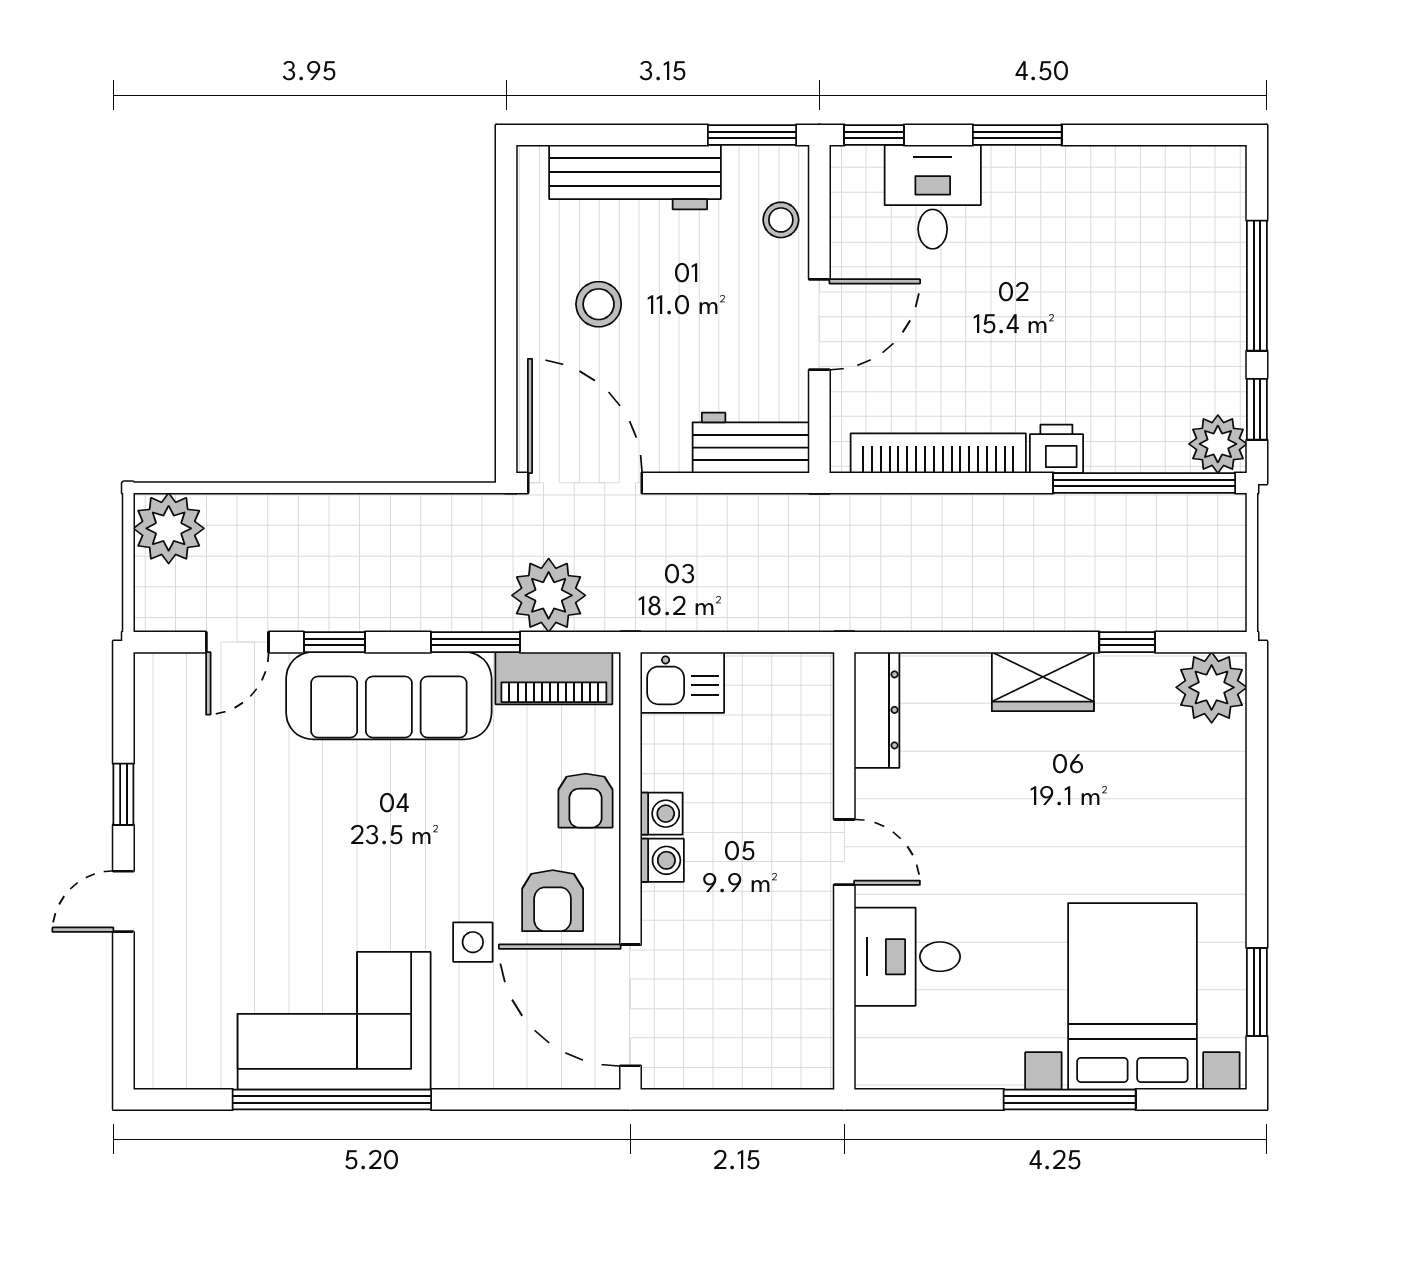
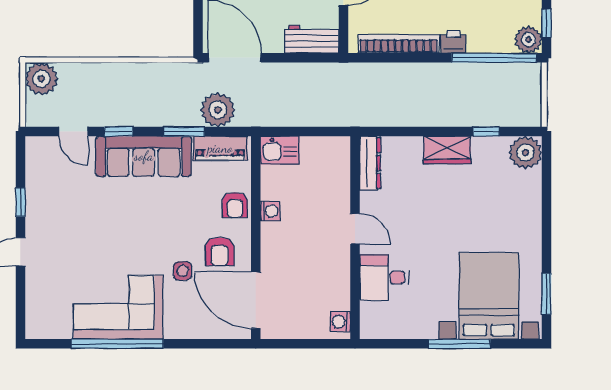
door: (237, 642) -> (73, 132), hinge flipped
washing machine: (662, 860) -> (340, 322), moved, turned 180

